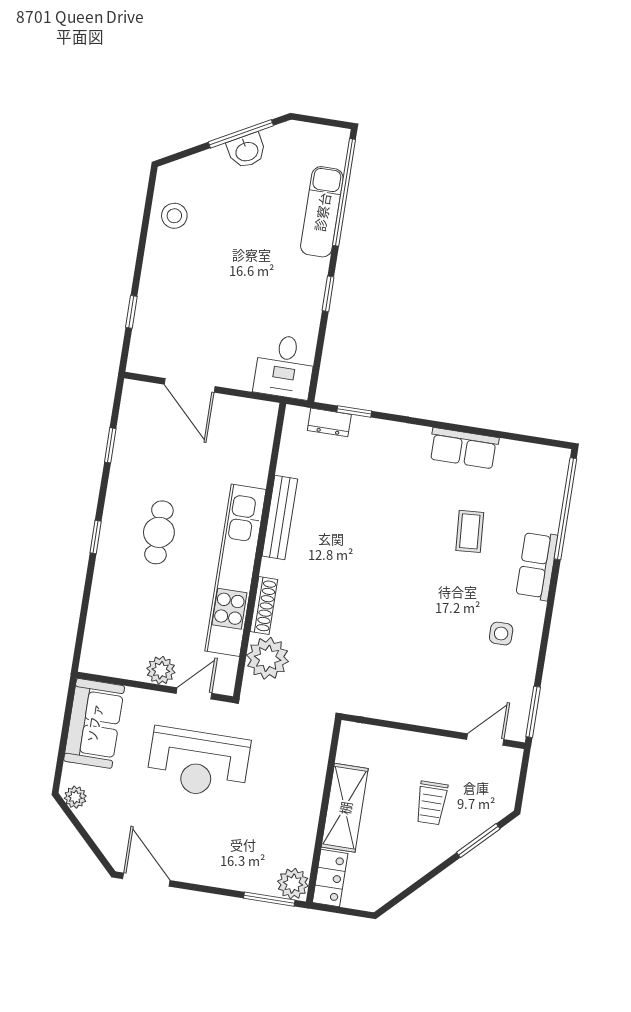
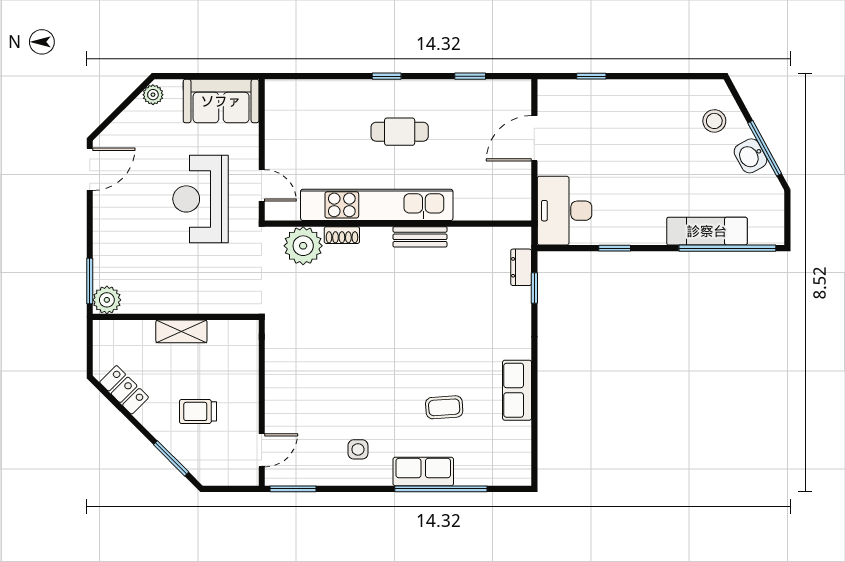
stool: (174, 216) -> (714, 121), moved
window: (328, 294) -> (615, 248), moved
desk: (285, 367) -> (564, 211), width x1.37
window: (565, 509) -> (441, 489), moved
bench: (280, 517) -> (420, 237), width x0.73
shoe rack: (264, 606) -> (342, 235), width x0.70
plant: (161, 670) -> (278, 153), removed
door: (485, 739) -> (262, 450), hinge flipped
shelving: (345, 808) -> (181, 331), width x0.67, depth x0.75
locker: (330, 878) -> (124, 390), moved, turned -135

